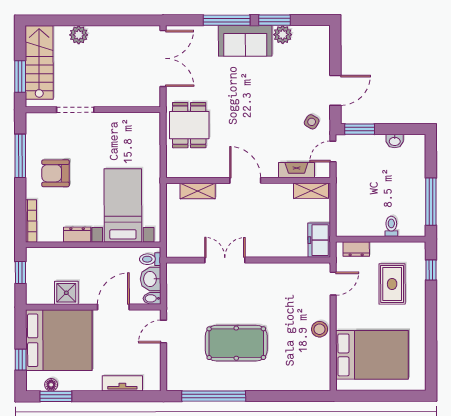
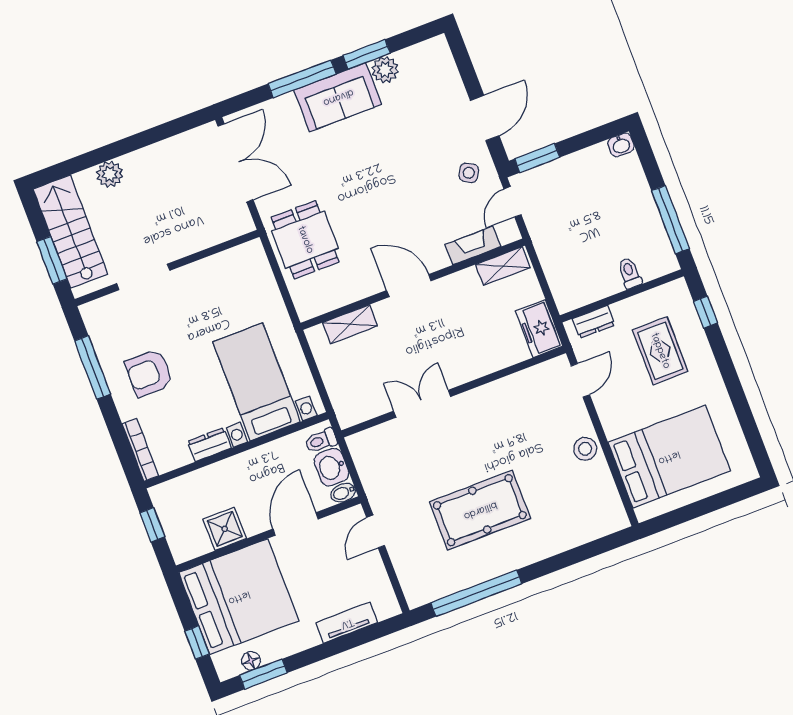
washbasin: (395, 141) -> (621, 145), moved

